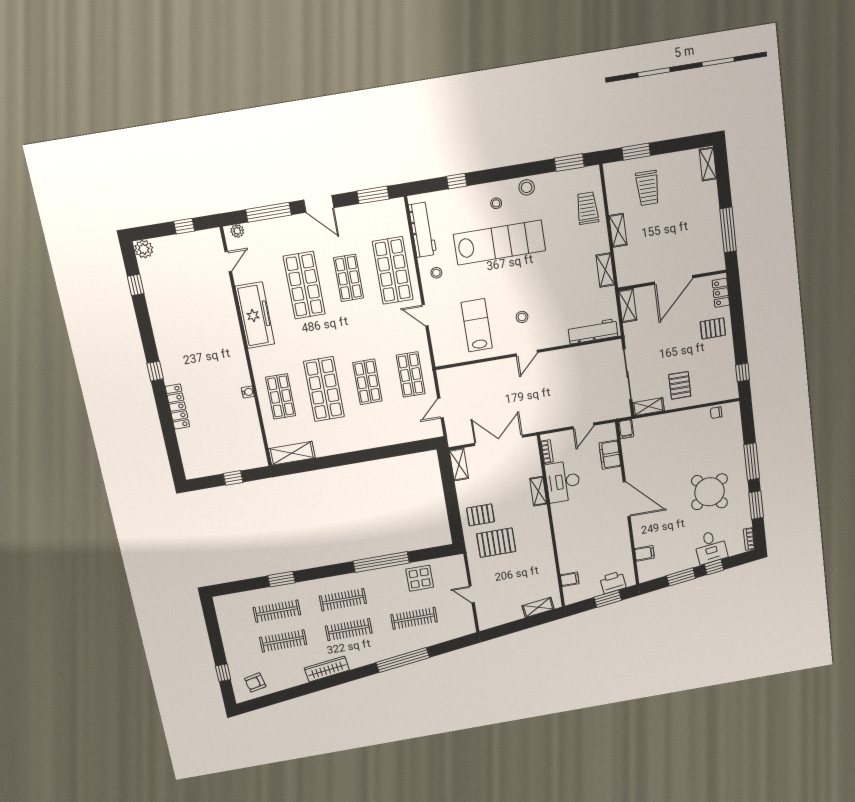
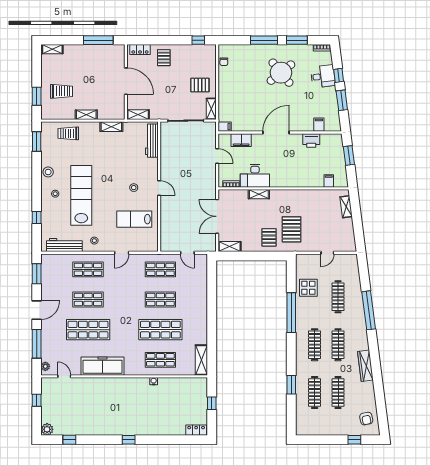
shop shelf: (393, 271) -> (88, 269), width x0.70, depth x0.74
locker: (177, 407) -> (196, 430), moved, width x0.66
printer: (613, 582) -> (311, 140), moved, turned -83

